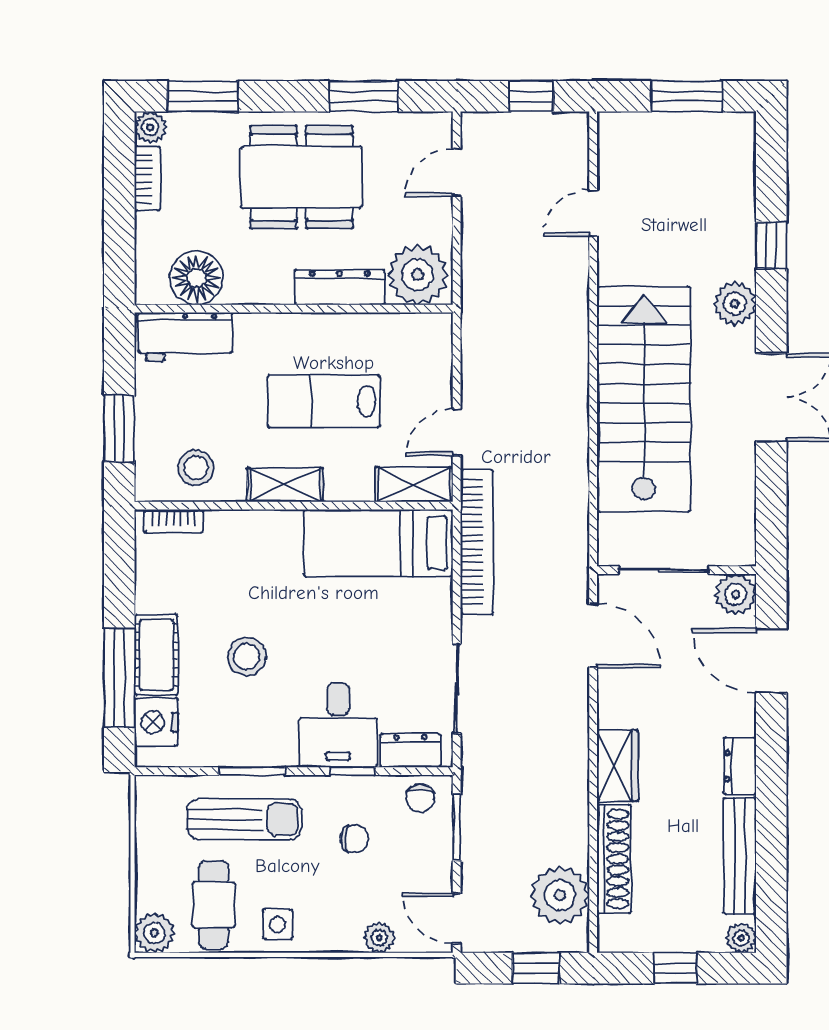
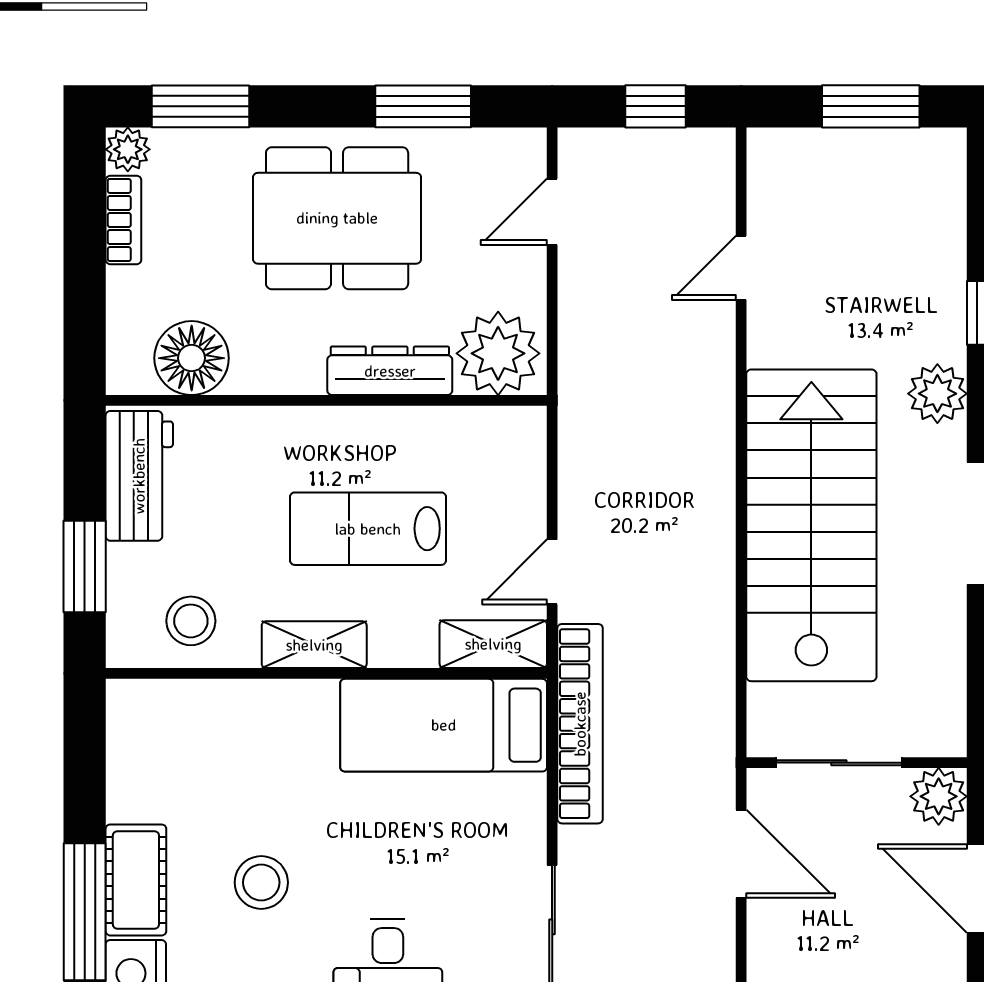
workbench: (185, 337) -> (139, 476), moved, turned -90
bookcase: (173, 521) -> (160, 695), removed

